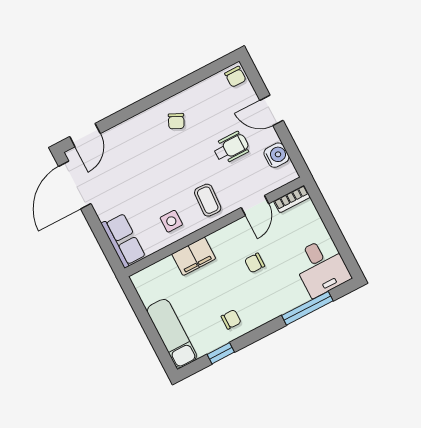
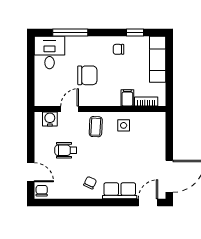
door: (271, 110) -> (31, 172), moved
water cooler: (276, 155) -> (50, 119), moved, turned 90
bookcase: (292, 199) -> (146, 102), moved
row of seats: (123, 240) -> (120, 191), moved, turned 90
filing cabinet: (194, 256) -> (127, 98), width x0.50
chair: (255, 263) -> (87, 75), width x1.87, depth x1.87

